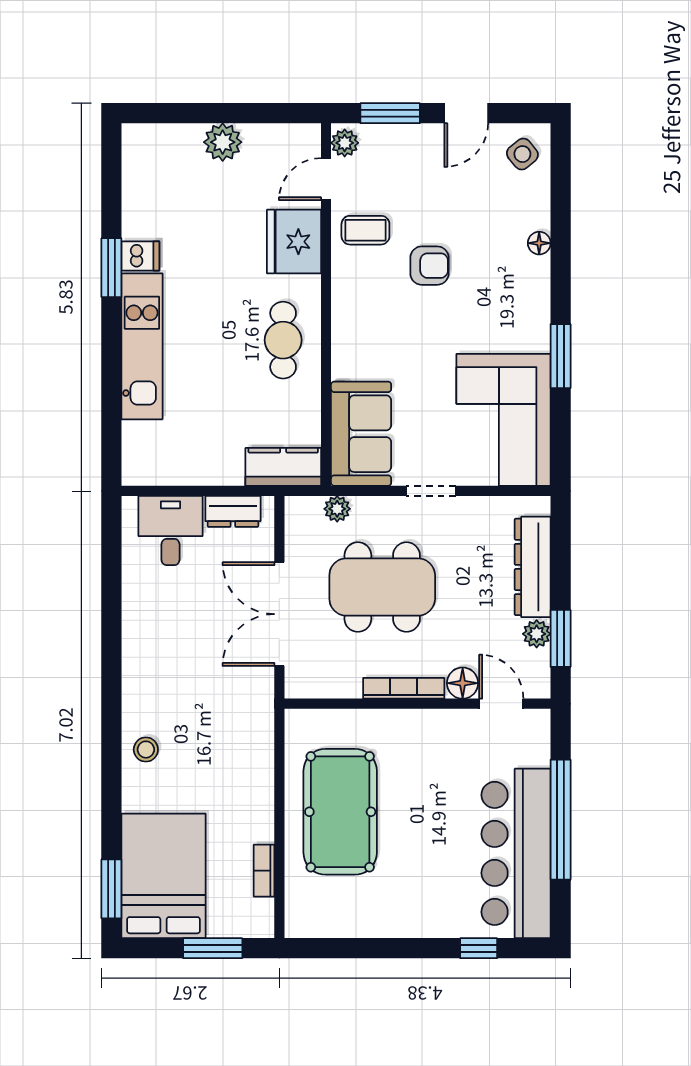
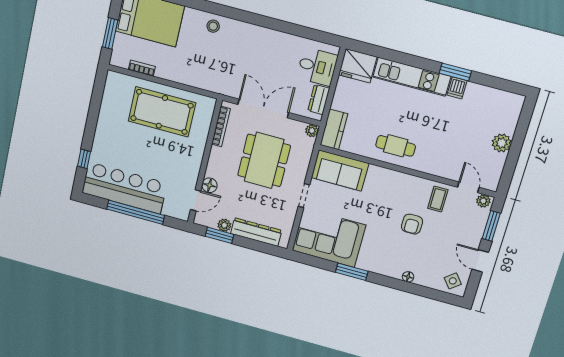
fridge: (294, 242) -> (358, 66), moved, turned 180
plant: (337, 509) -> (312, 131), moved
bookcase: (404, 688) -> (221, 126), moved

